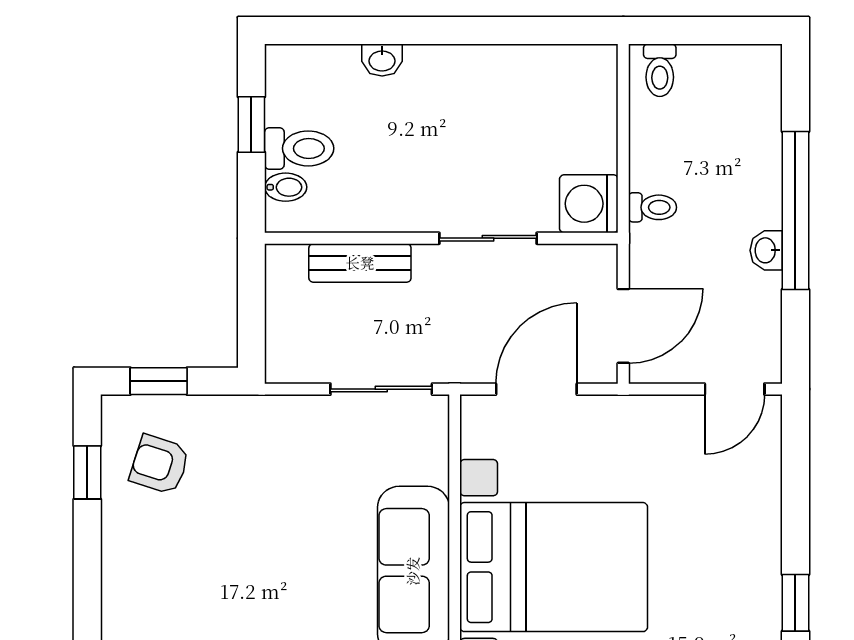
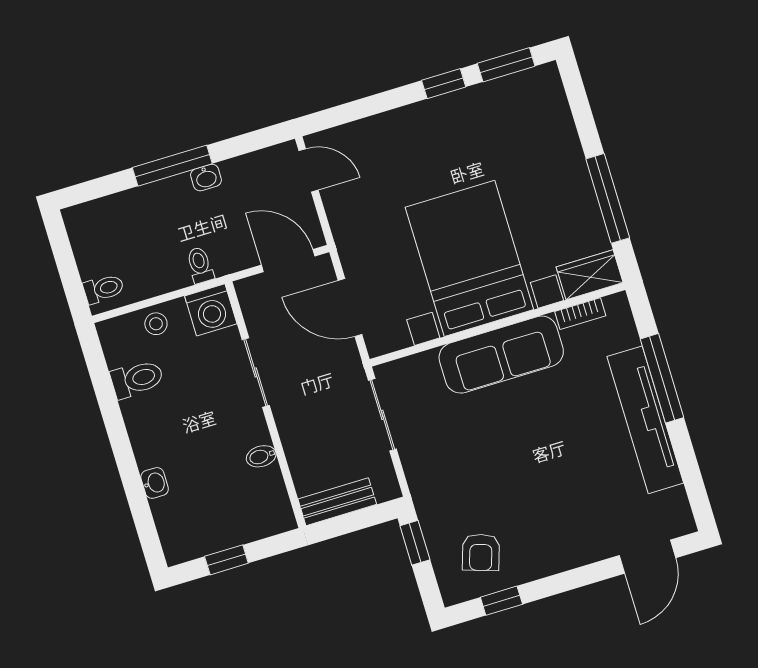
stool: (592, 126) -> (156, 324), added
toilet: (299, 148) -> (137, 379), moved, turned 90
bidet: (286, 187) -> (261, 456), moved, turned -90
window: (795, 210) -> (172, 166), width x0.68
bench: (360, 263) -> (337, 502), moved, turned 90
window: (159, 381) -> (415, 543), moved

